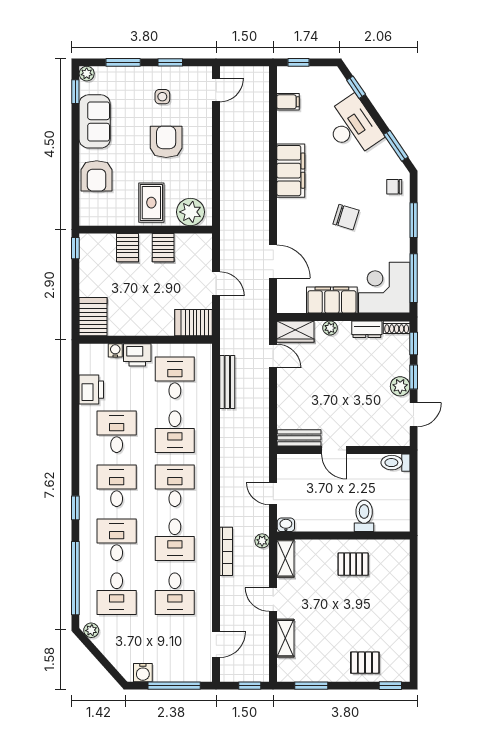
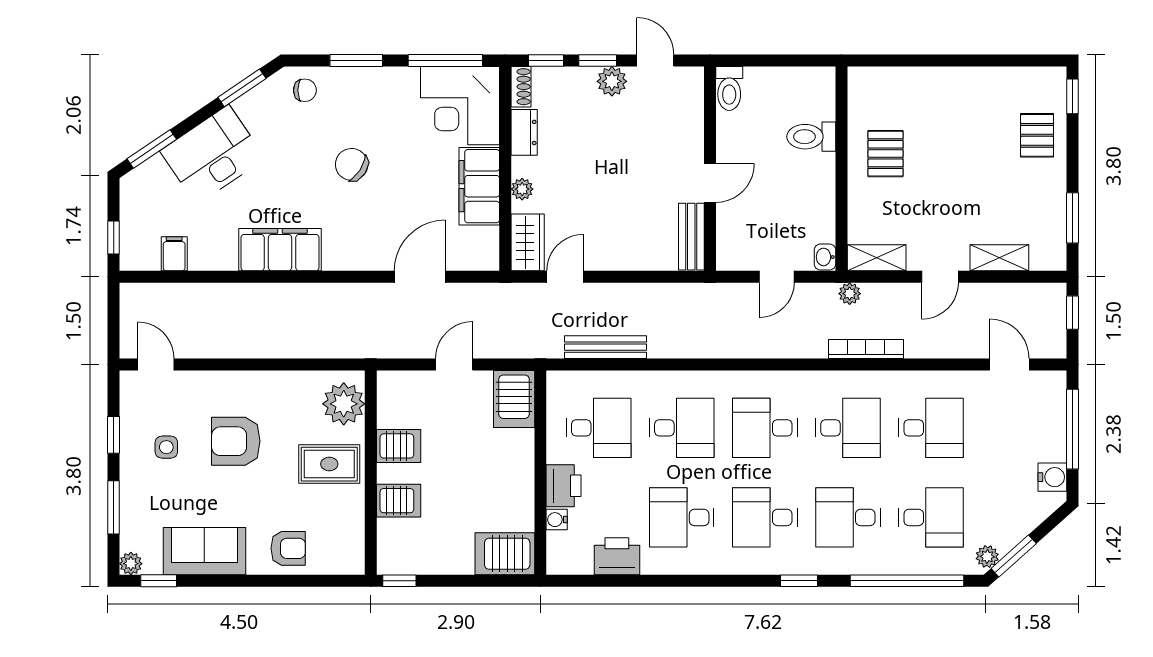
window: (356, 87) -> (152, 149), width x1.50
armchair: (97, 176) -> (288, 548), width x0.72, depth x0.72
chair: (394, 187) -> (305, 90), turned -90
chair: (346, 217) -> (352, 164), turned -74
desk: (175, 378) -> (599, 428), turned 180
window: (92, 647) -> (1014, 556), added

